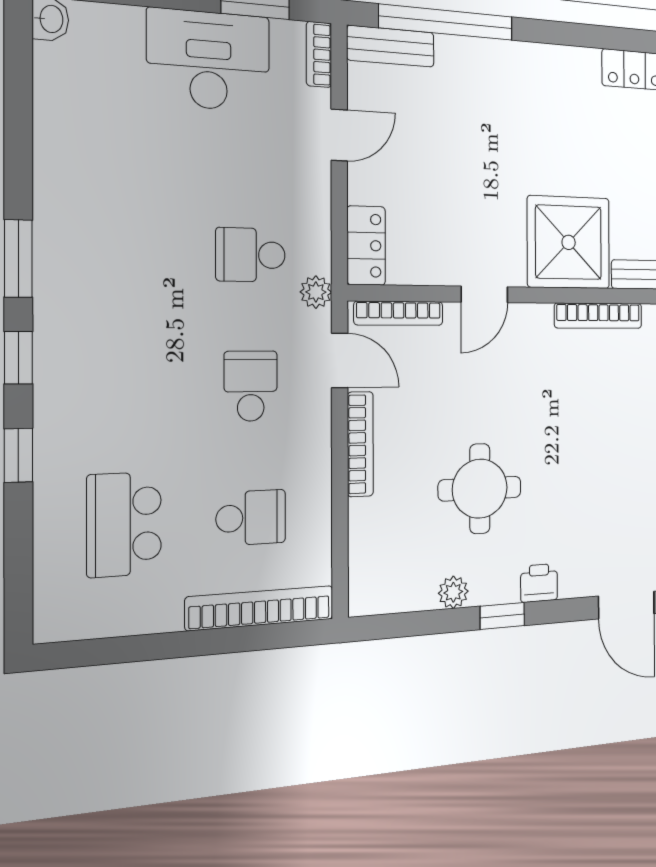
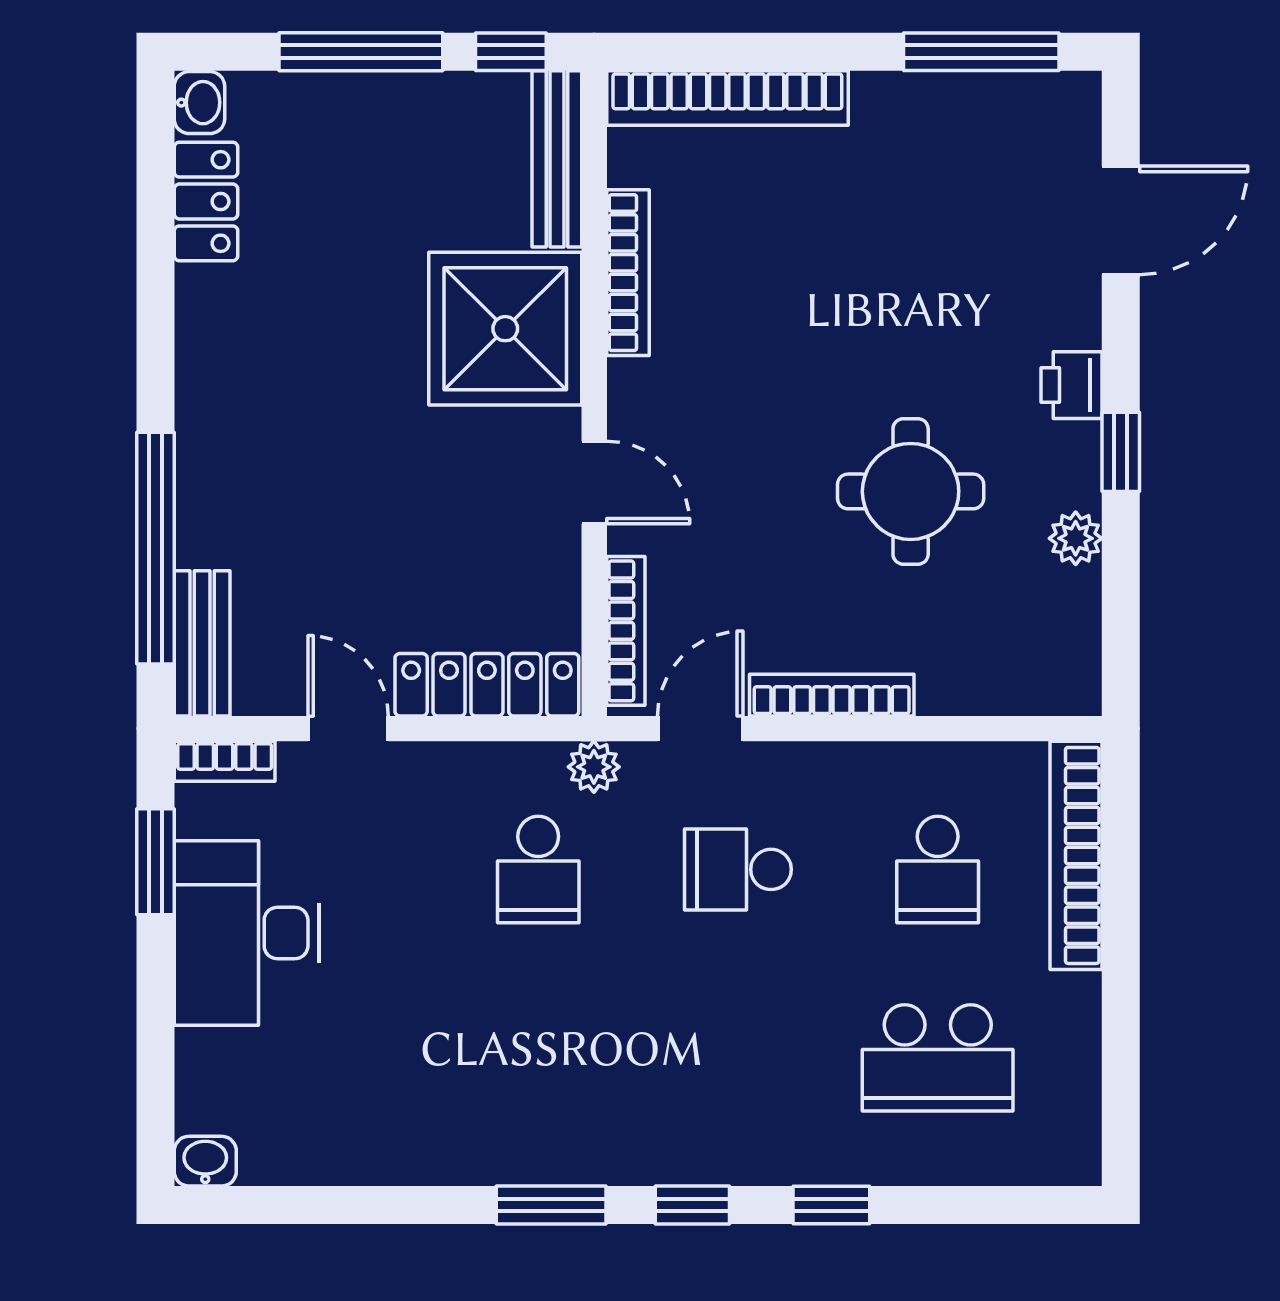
locker: (366, 246) -> (487, 685), width x1.53
school desk: (251, 518) -> (938, 869), turned 180

